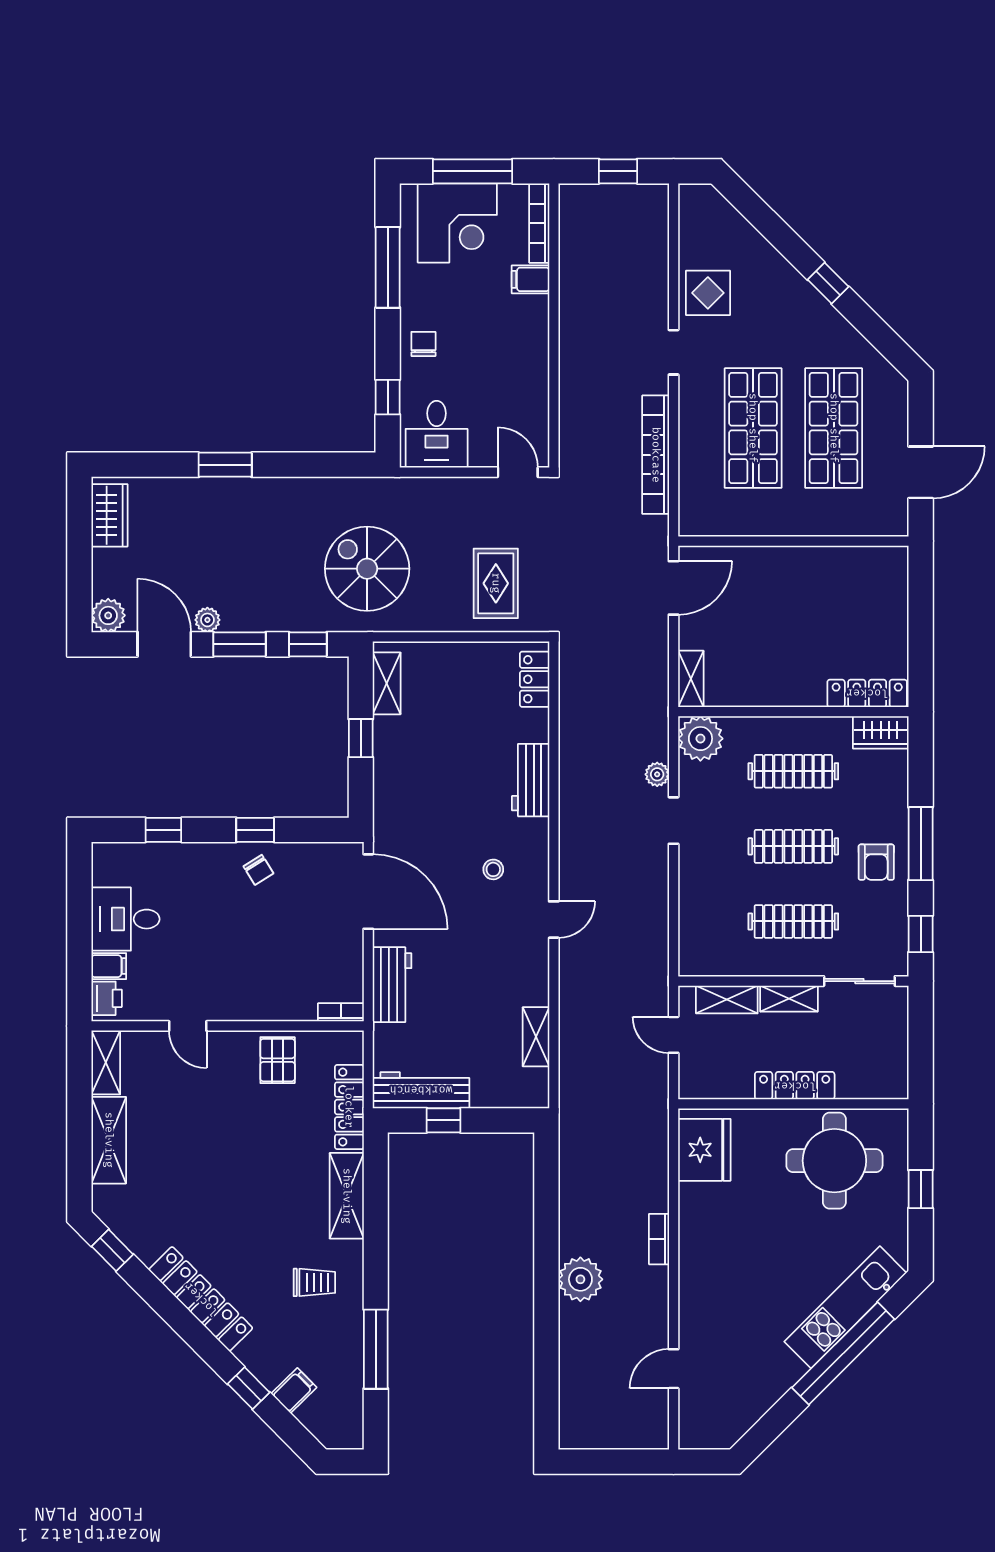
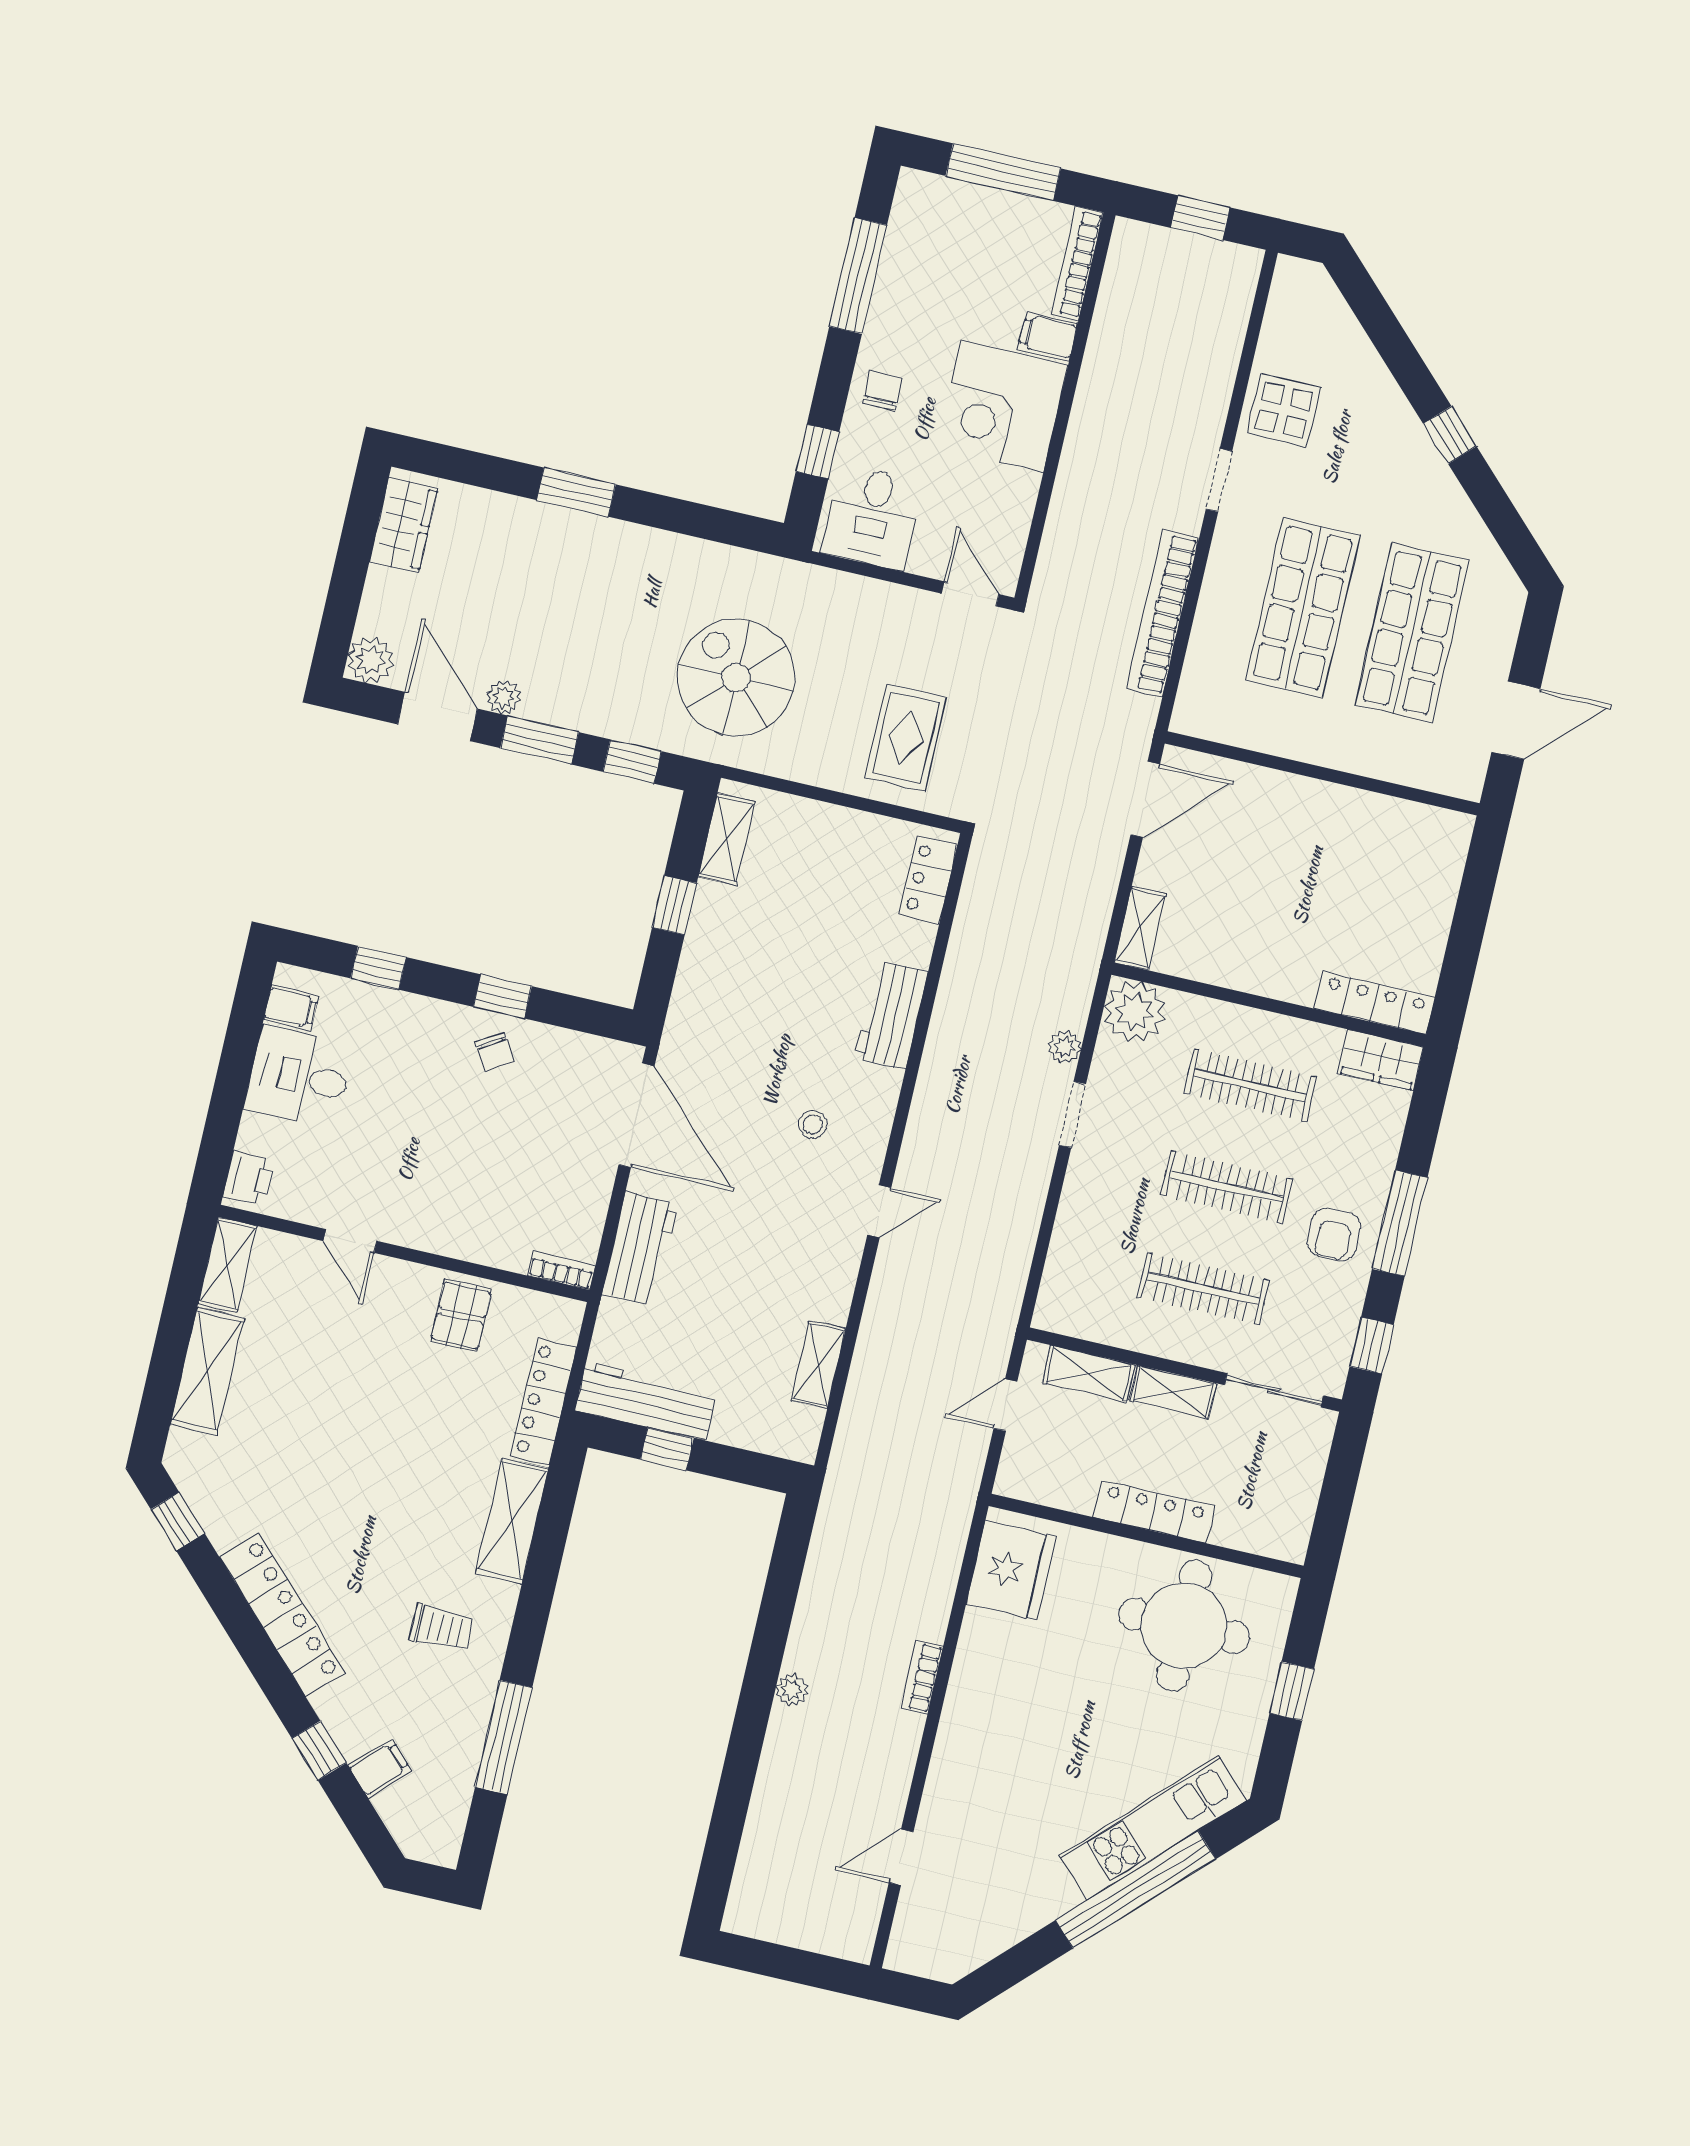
corner desk: (457, 223) -> (1002, 406), moved, turned 90
filing cabinet: (109, 966) -> (291, 1008), moved
door: (674, 1035) -> (1005, 1405), hinge flipped
plant: (580, 1279) -> (792, 1690), width x0.53, depth x0.53

